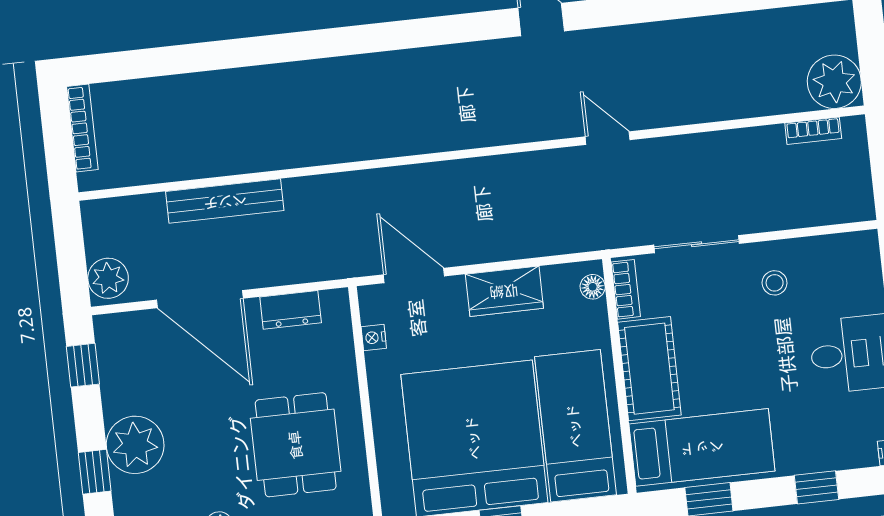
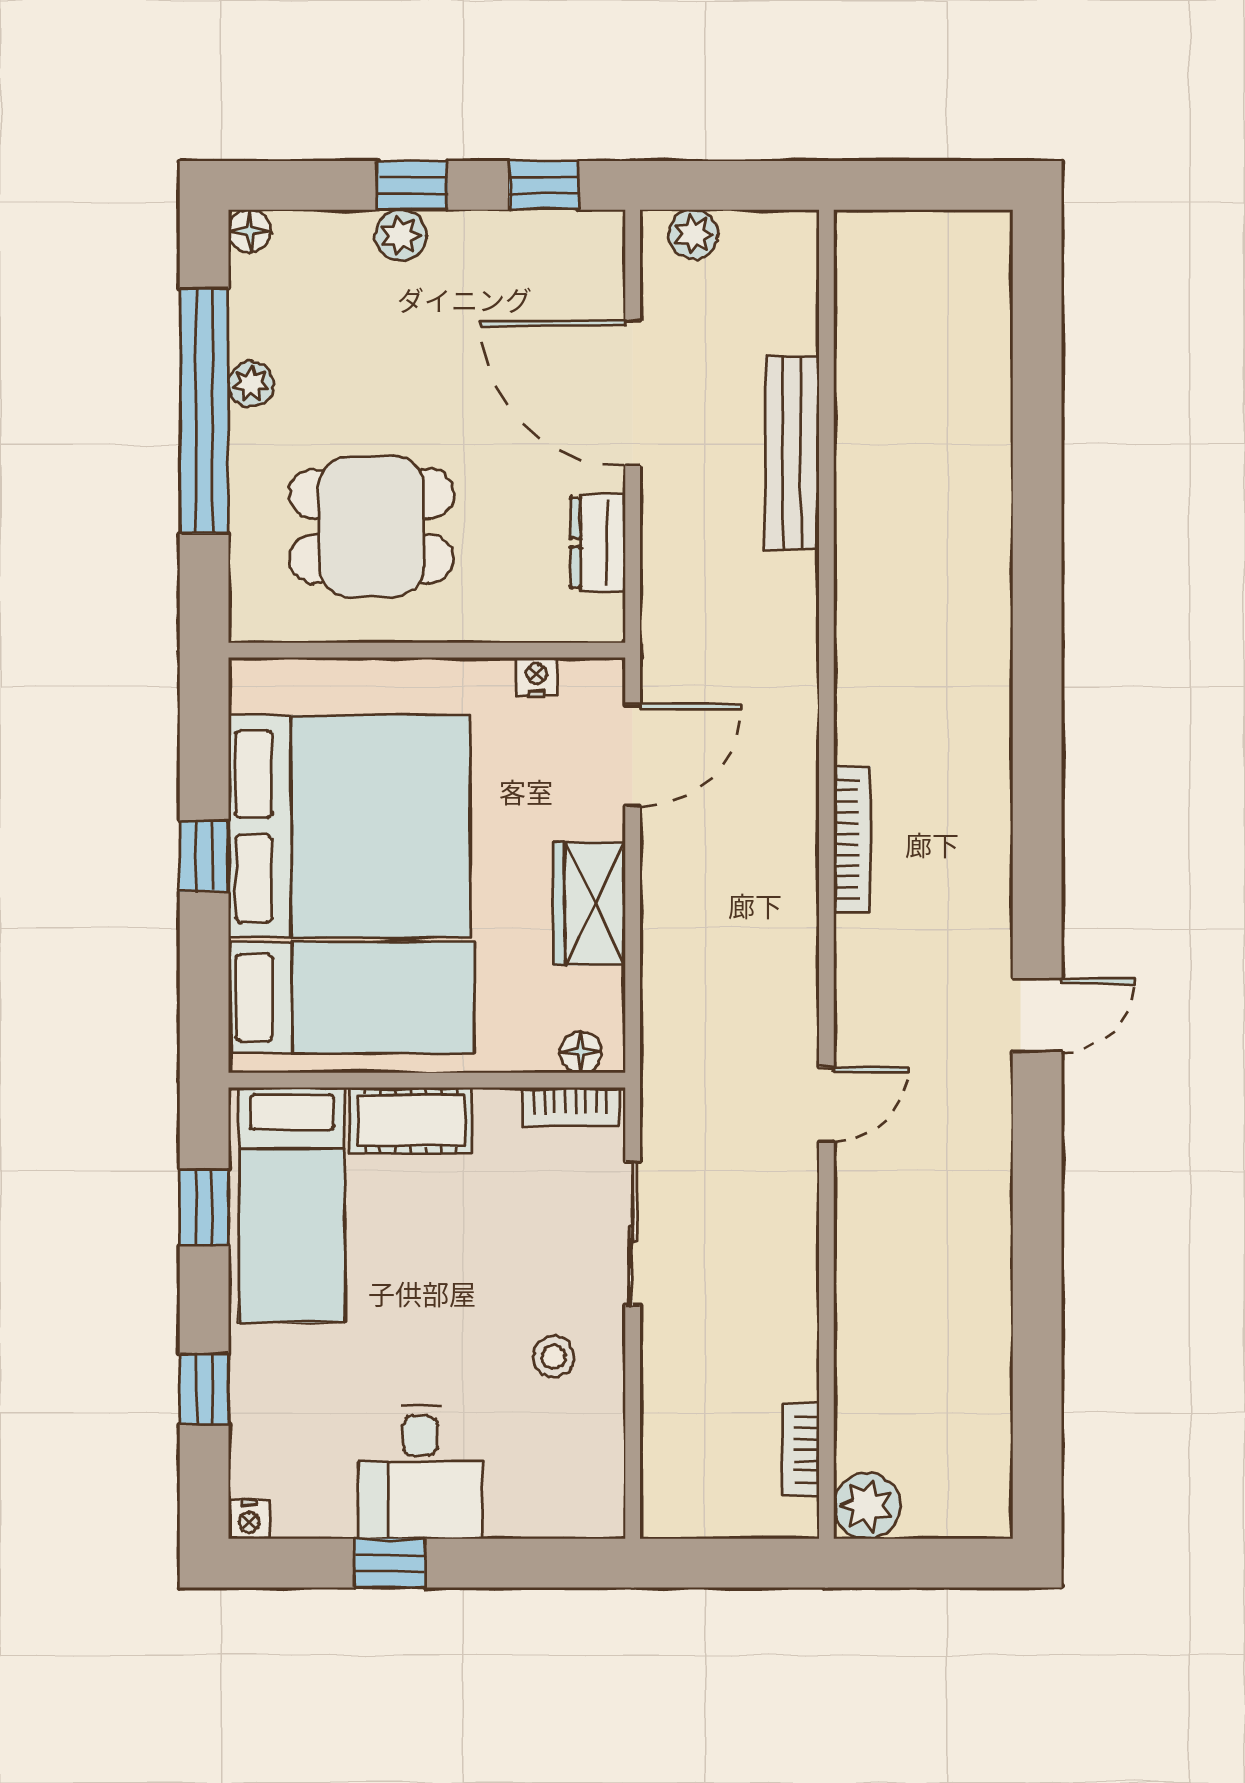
plant: (834, 82) -> (867, 1506), width x0.73, depth x0.73
bookcase: (82, 128) -> (852, 839), moved, turned -90
plant: (108, 278) -> (694, 234), width x0.73, depth x0.73
door: (200, 299) -> (633, 393), hinge flipped
cot: (649, 369) -> (411, 1121), width x0.73, depth x0.75
plant: (135, 445) -> (401, 235), width x0.53, depth x0.53
window: (95, 472) -> (412, 185), moved

